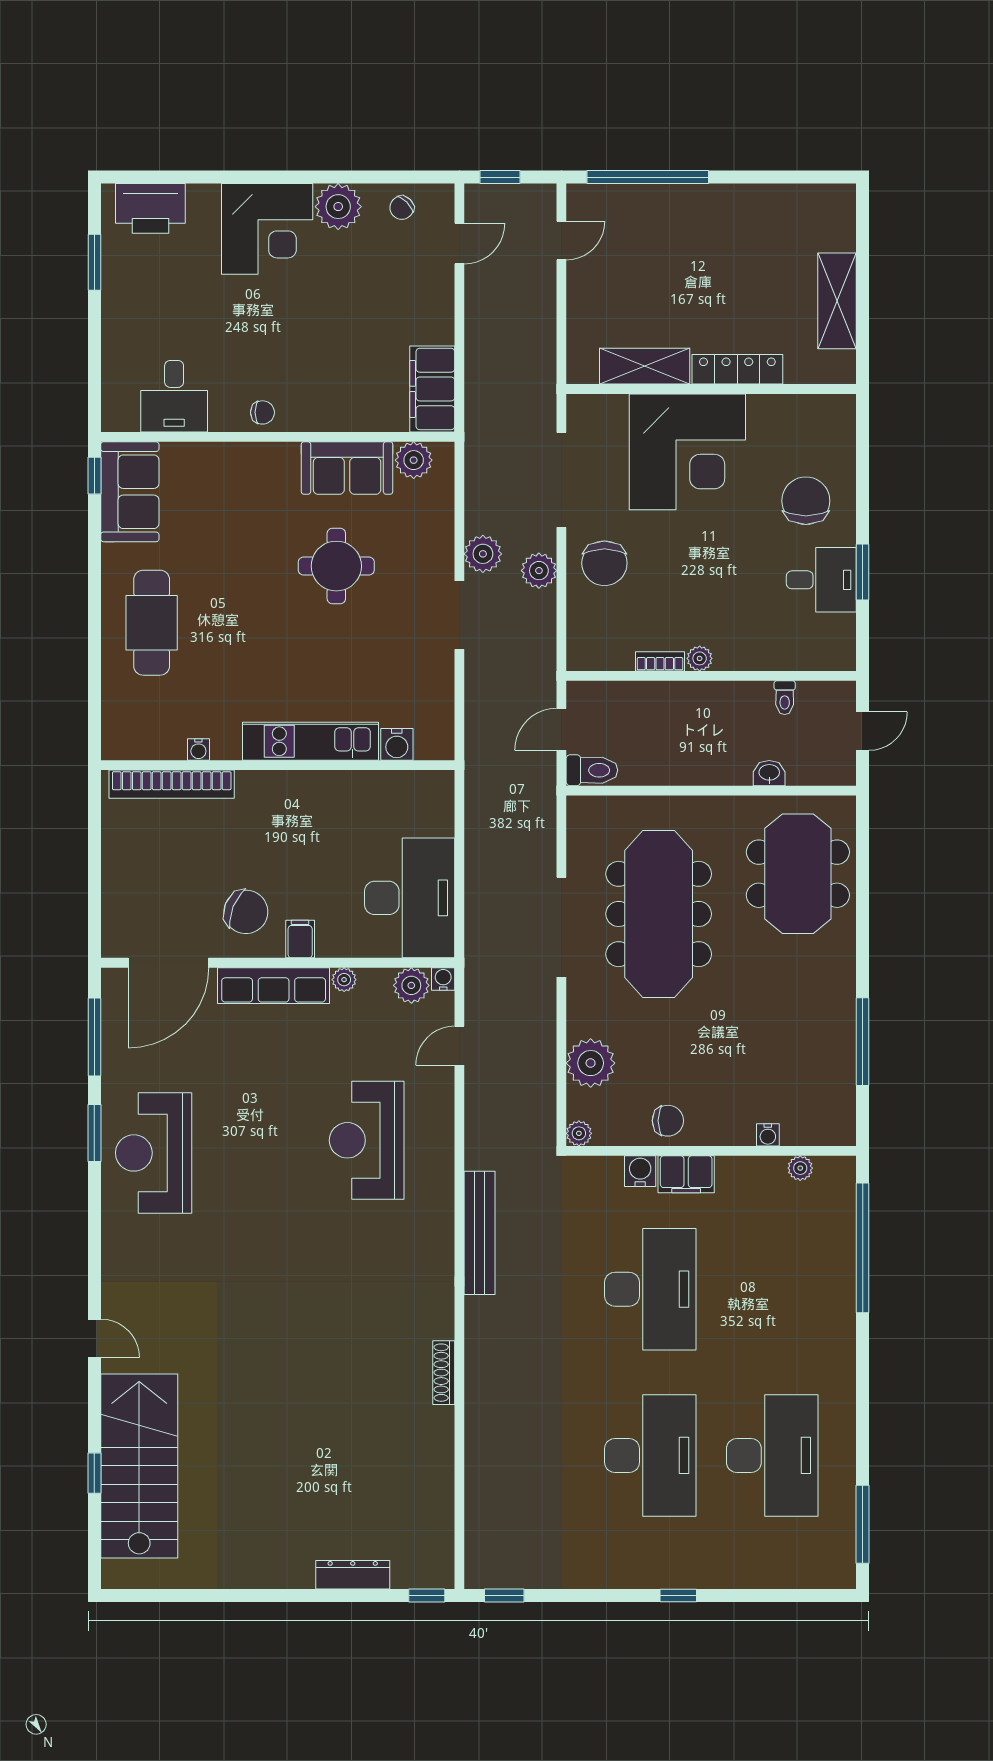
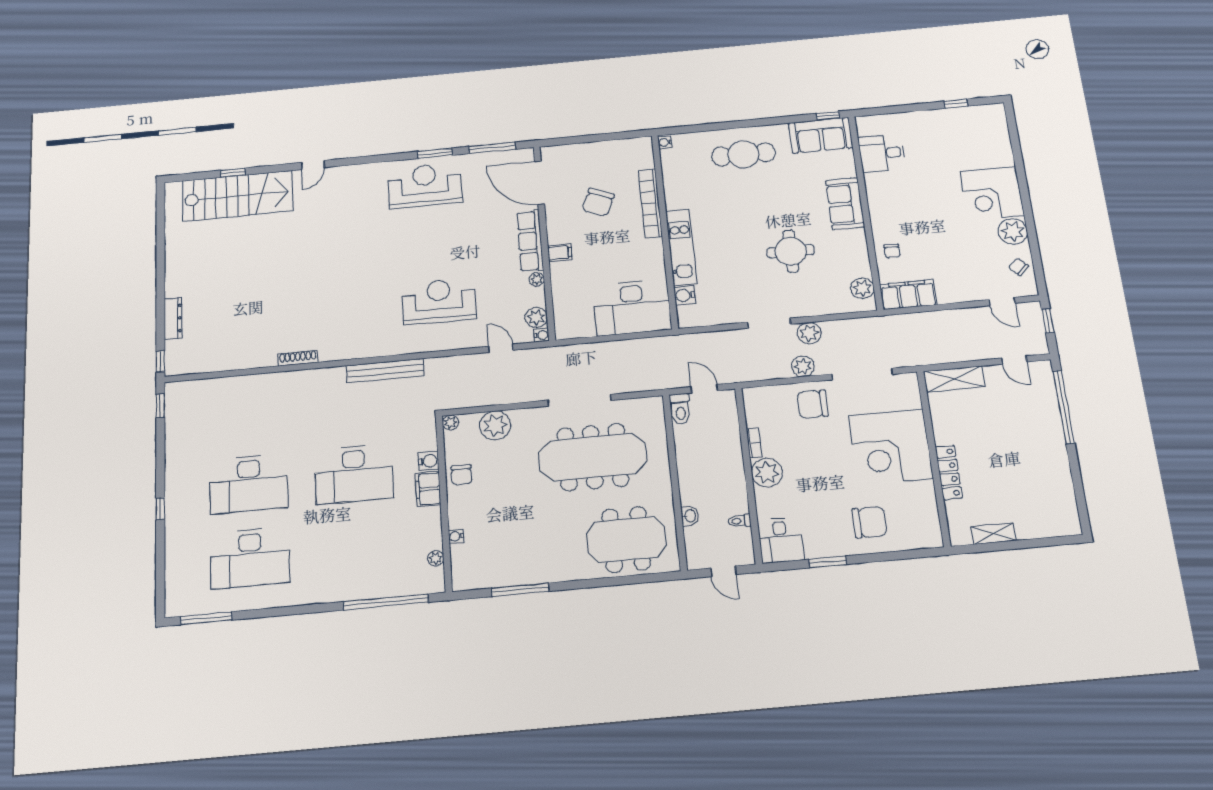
printer: (150, 208) -> (994, 130), removed
window: (94, 262) -> (956, 104), width x0.67
shelving: (837, 301) -> (993, 534), width x0.67, depth x0.75
shelving: (645, 366) -> (955, 379), moved, turned 90
chair: (263, 412) -> (892, 251), moved
sofa: (347, 468) -> (845, 204), moved
desk: (821, 580) -> (781, 540), moved
plant: (700, 658) -> (767, 473), width x1.88, depth x1.88
water cooler: (198, 749) -> (665, 142), moved
bookcase: (172, 784) -> (650, 203), moved
desk: (410, 898) -> (632, 307), moved
chair: (246, 912) -> (598, 202), moved

